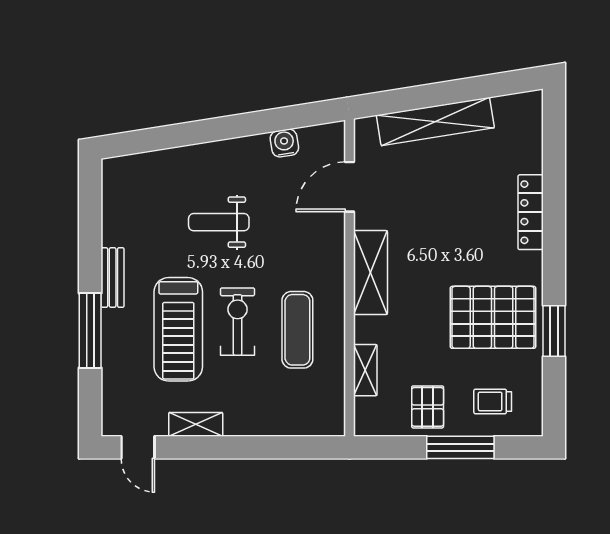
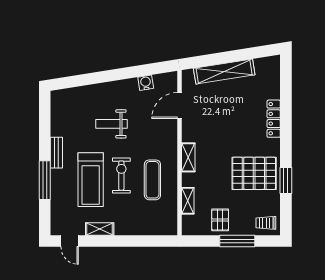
shelving: (370, 273) -> (188, 157), width x0.67, depth x0.75
trolley: (493, 401) -> (266, 223), moved

